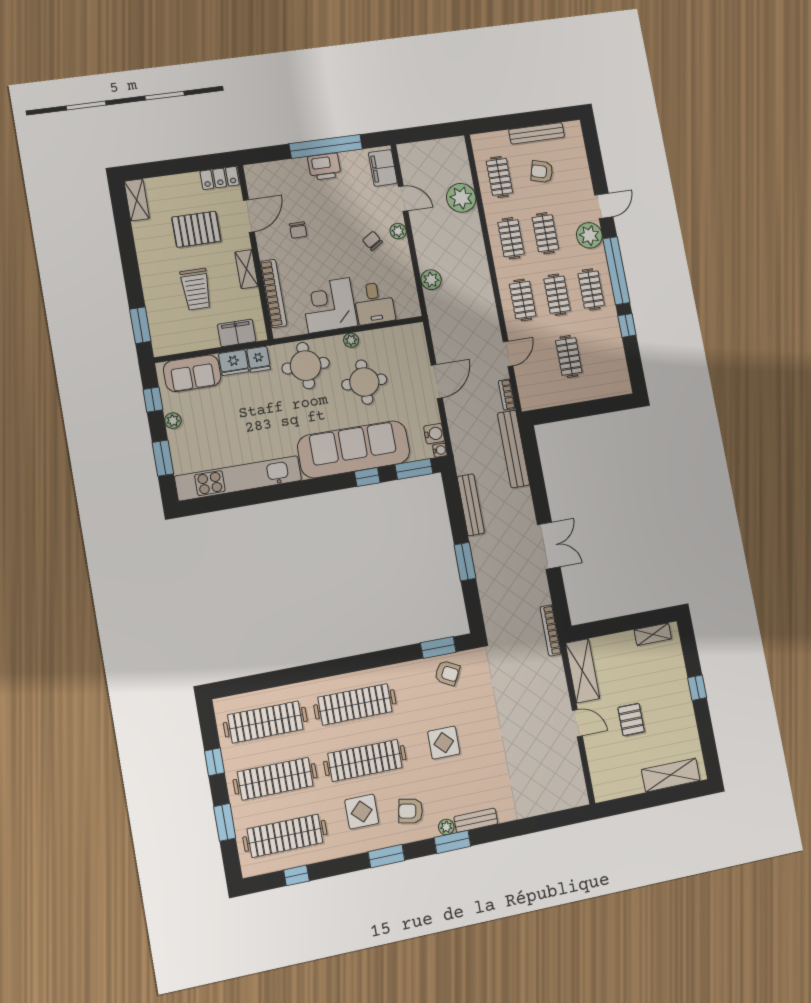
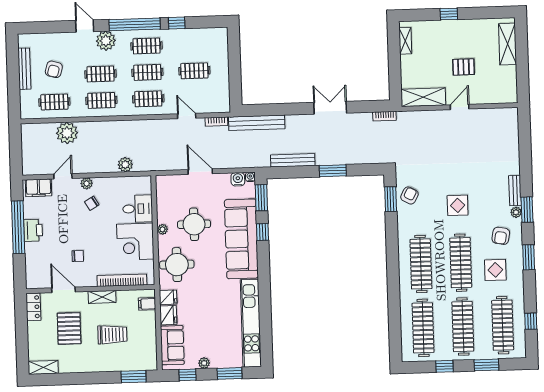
filing cabinet: (237, 333) -> (147, 304), width x0.50
bookcase: (551, 630) -> (384, 116), width x0.64

